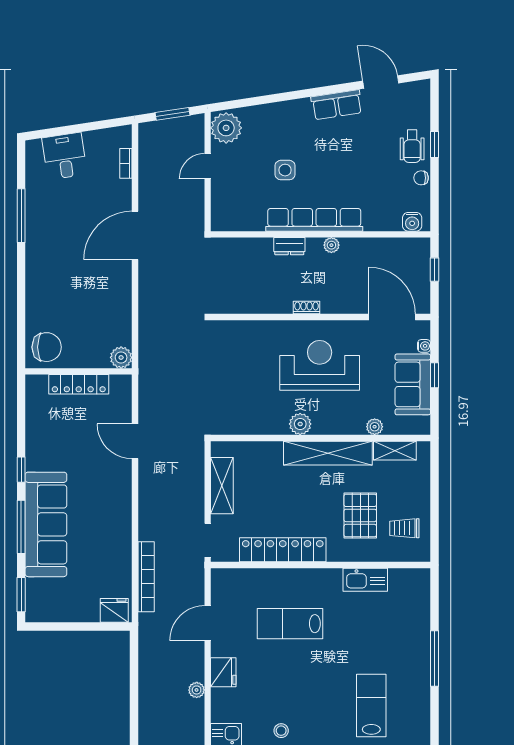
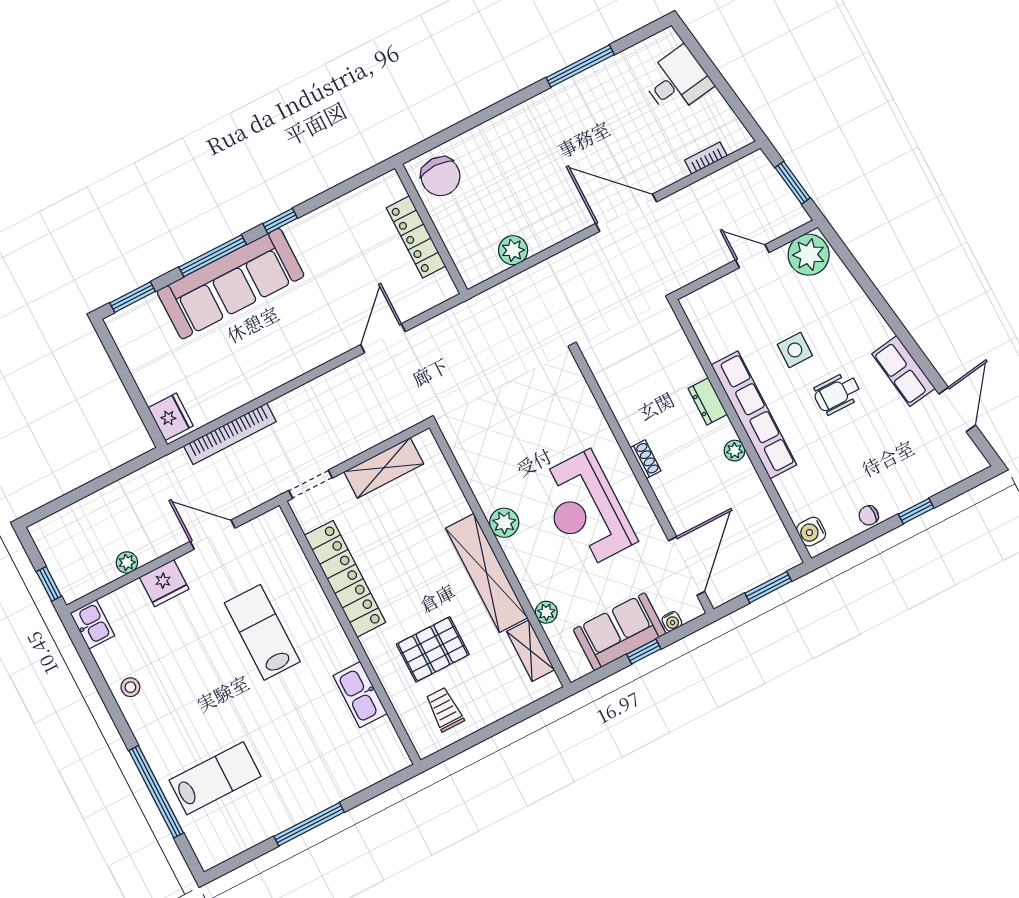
wheelchair: (412, 146) -> (837, 393), moved
chair: (421, 178) -> (869, 515), turned -90
window: (434, 270) -> (768, 587), width x1.50
plant: (121, 357) -> (513, 250), moved
reception desk: (320, 365) -> (585, 510), turned 180

